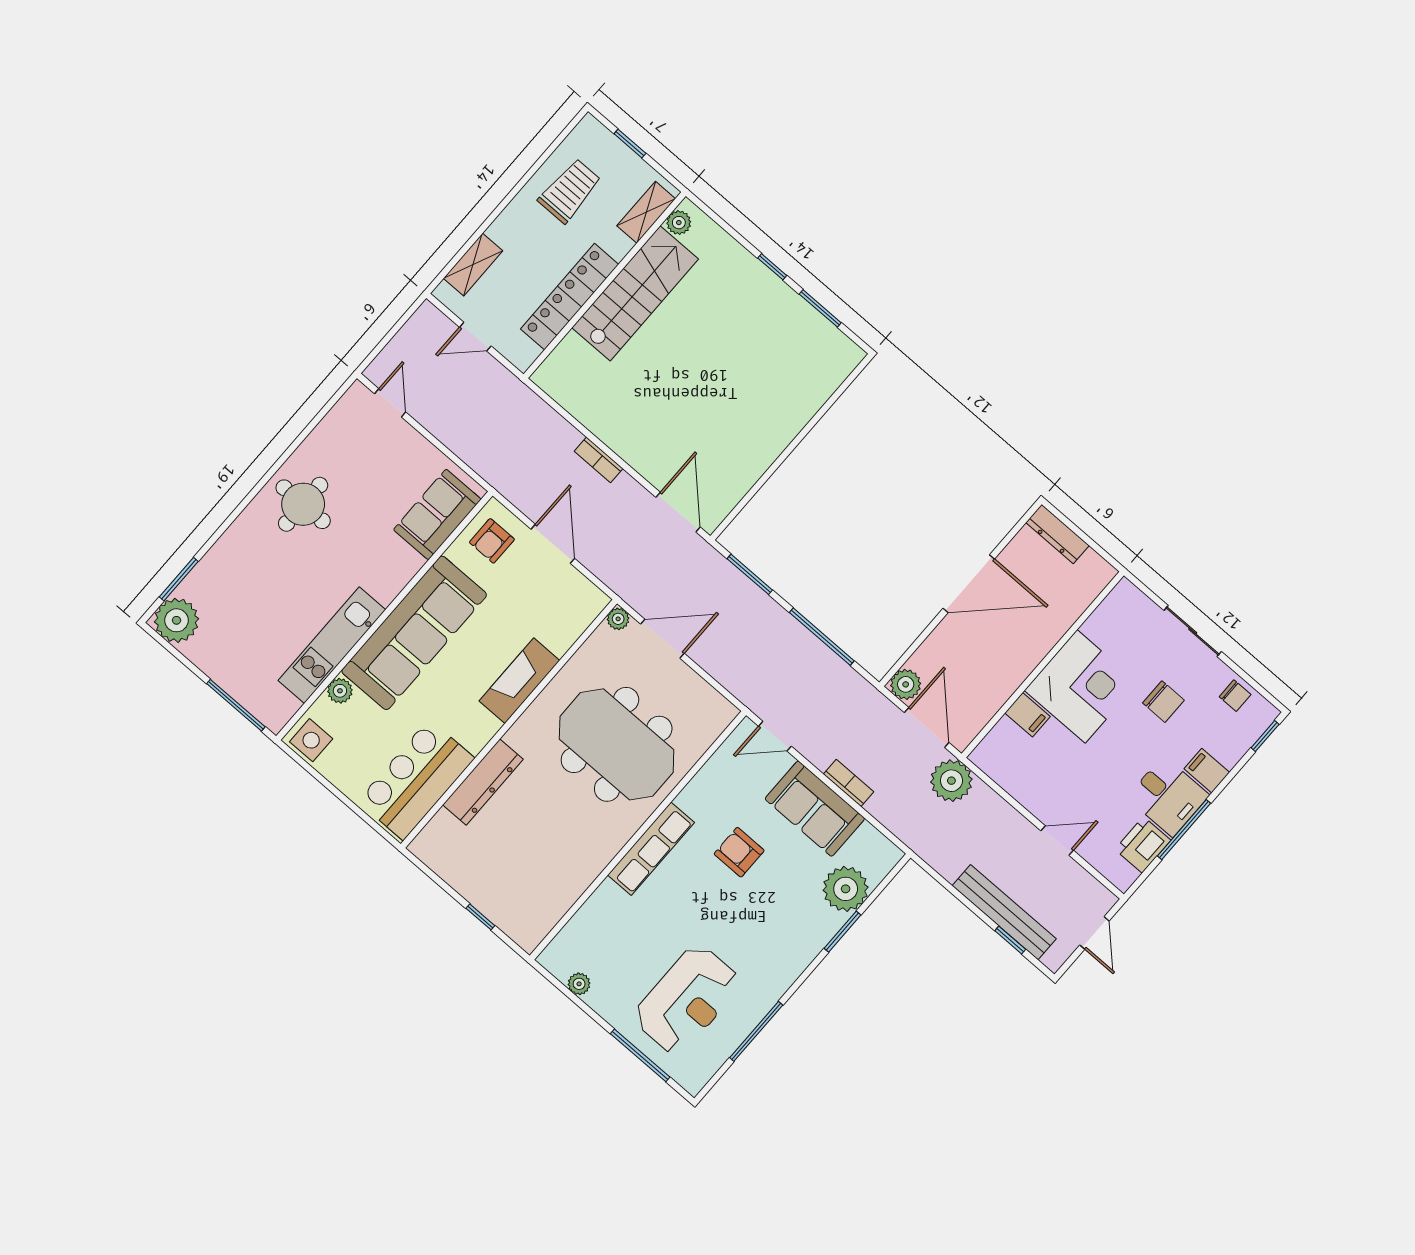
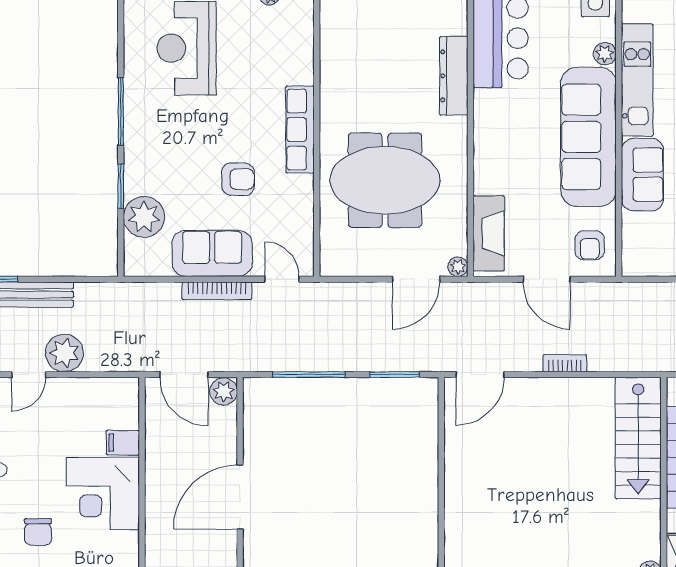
stairs: (635, 293) -> (638, 438), moved
door: (678, 512) -> (480, 375), hinge flipped
sofa: (437, 514) -> (642, 175), moved
armchair: (492, 541) -> (590, 245), turned 180
fireplace: (519, 681) -> (489, 233), moved
chair: (1163, 702) -> (38, 532), turned -90
door: (775, 736) -> (282, 279), hinge flipped
plant: (951, 781) -> (64, 353), moved
bookcase: (849, 783) -> (217, 291), width x1.56
window: (756, 1031) -> (121, 111), moved

